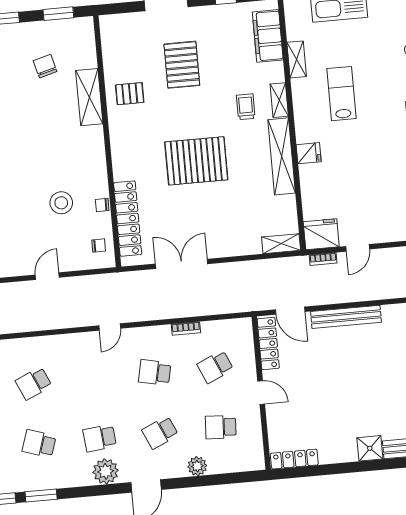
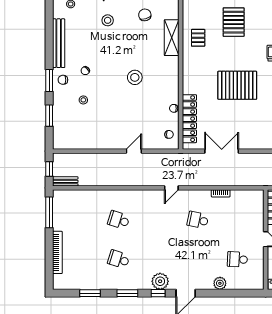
pallet: (130, 94) -> (198, 38), turned 90
stool: (61, 203) -> (135, 77), moved
school desk: (215, 367) -> (237, 220), removed
school desk: (34, 383) -> (119, 220), turned 42
school desk: (160, 433) -> (198, 259), removed
school desk: (100, 438) -> (158, 259), removed
window: (104, 490) -> (158, 293), added
window: (41, 495) -> (127, 293), moved

